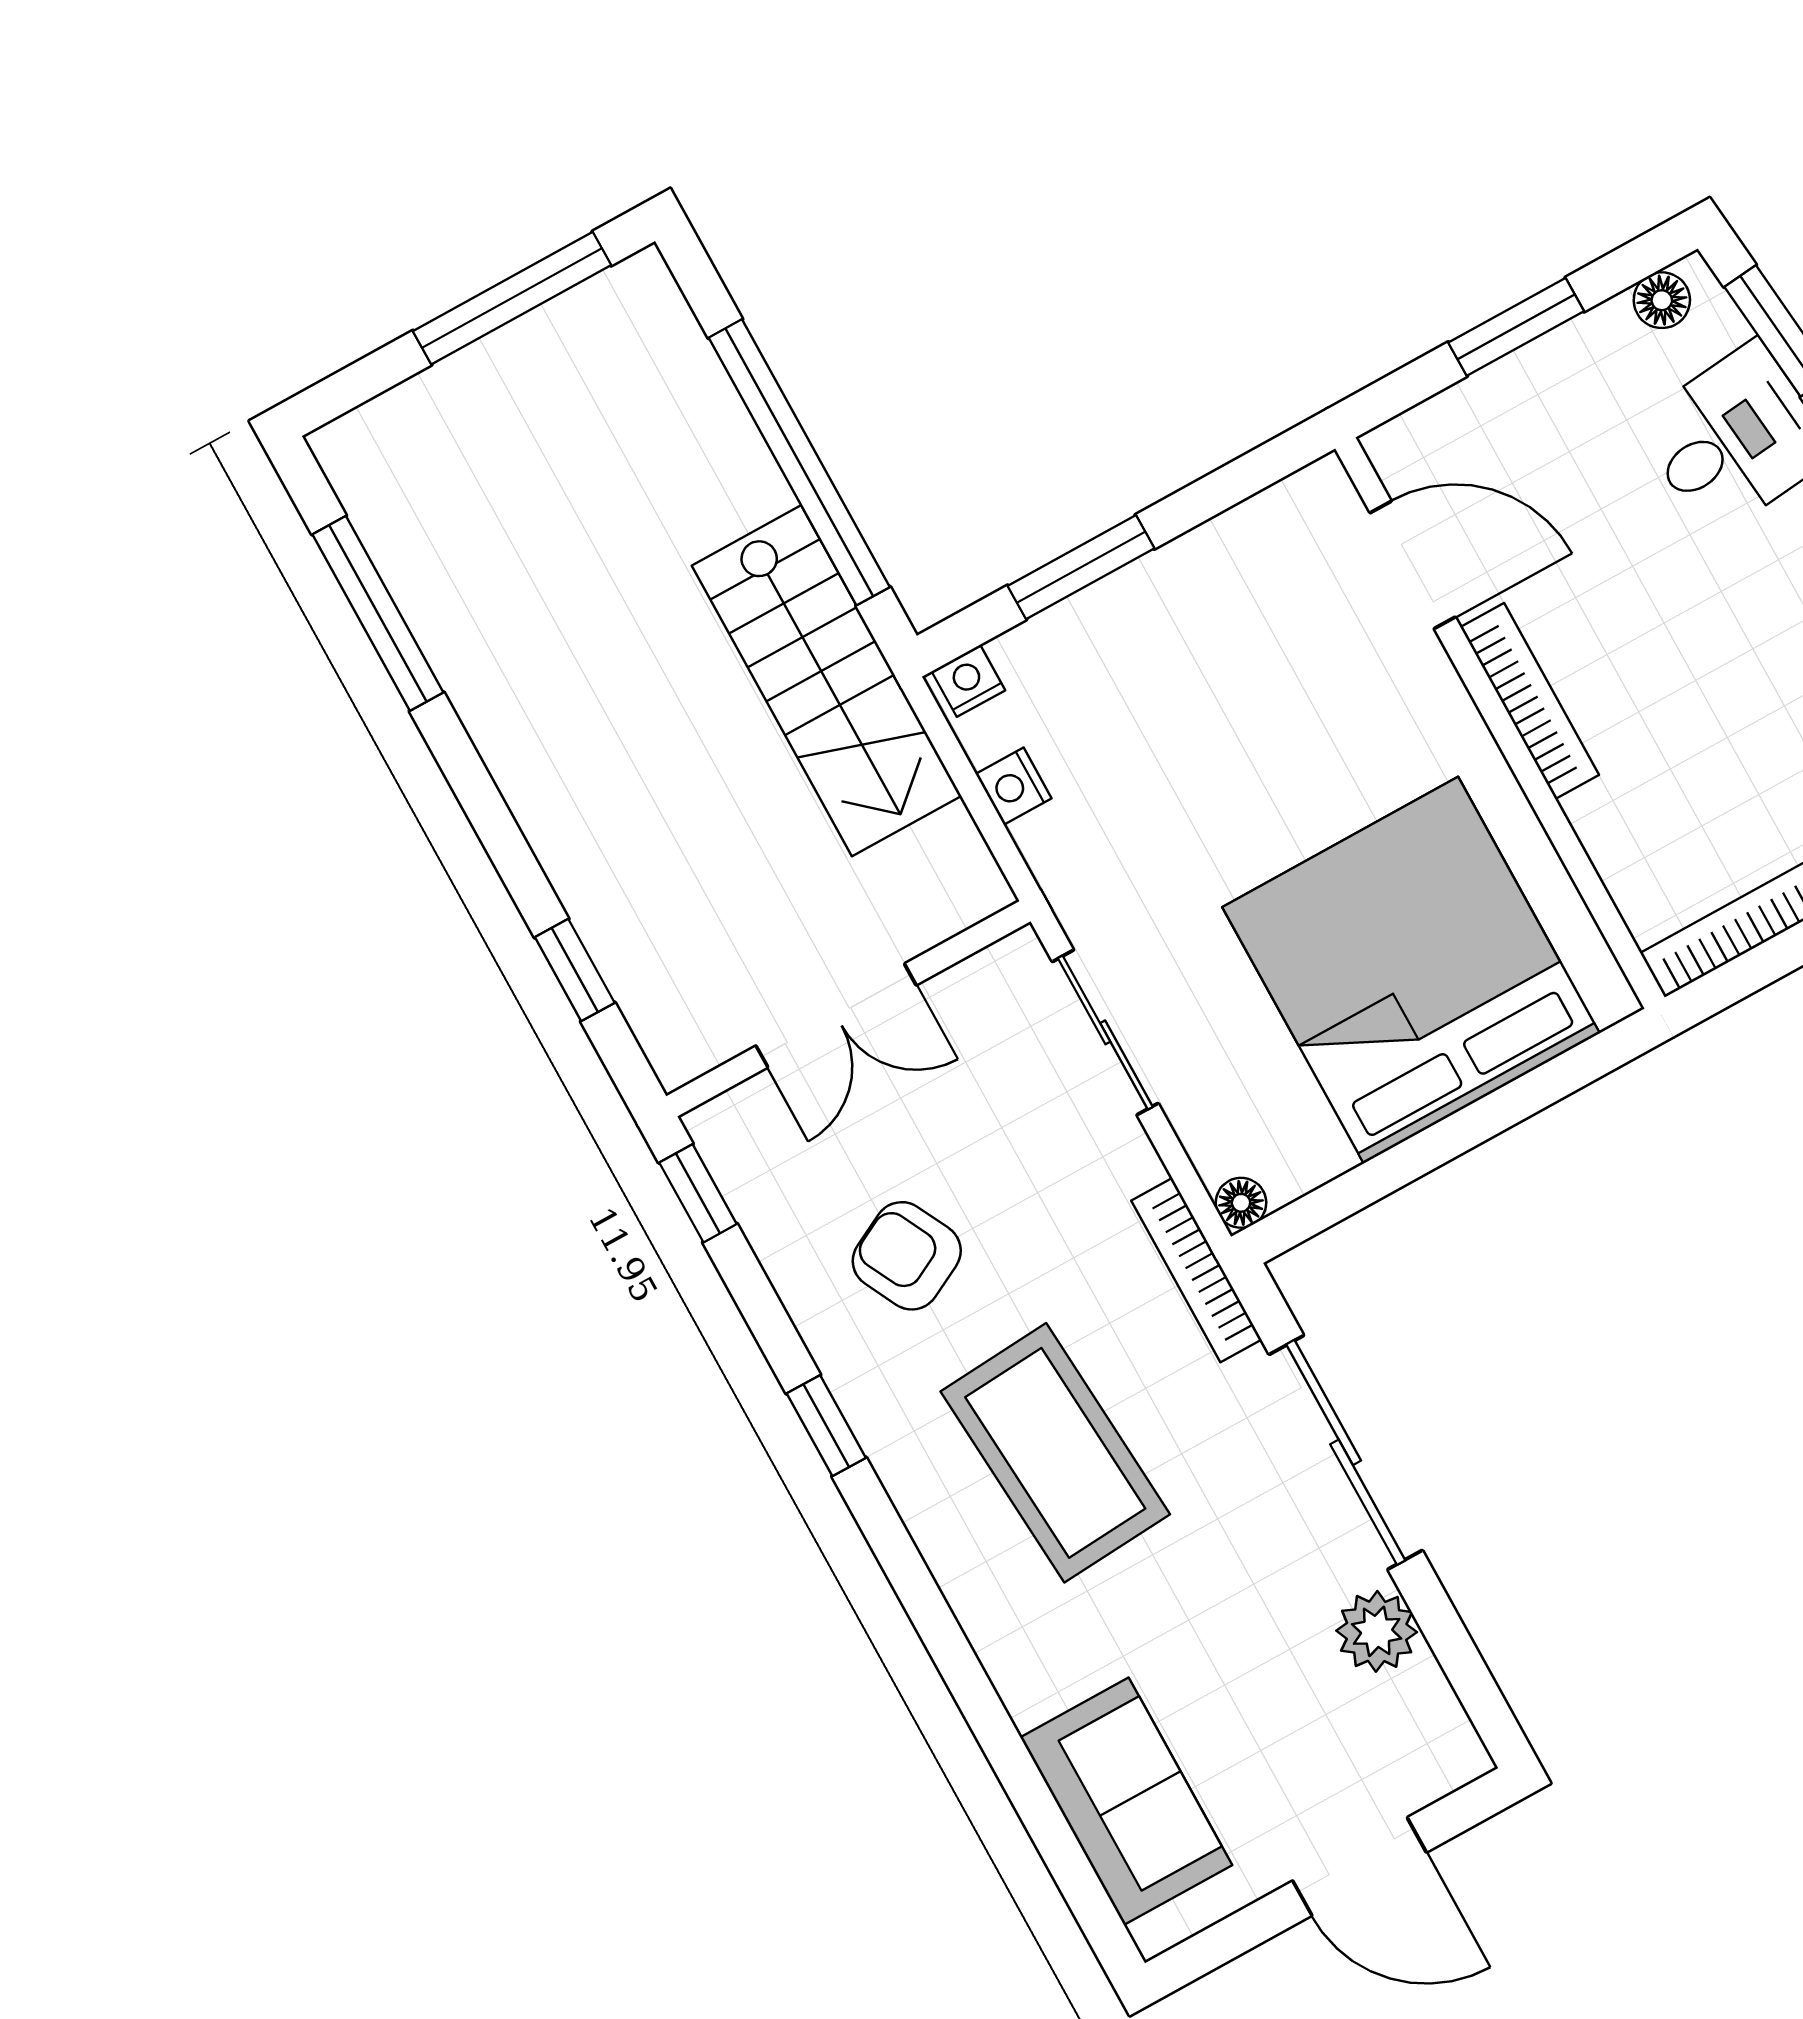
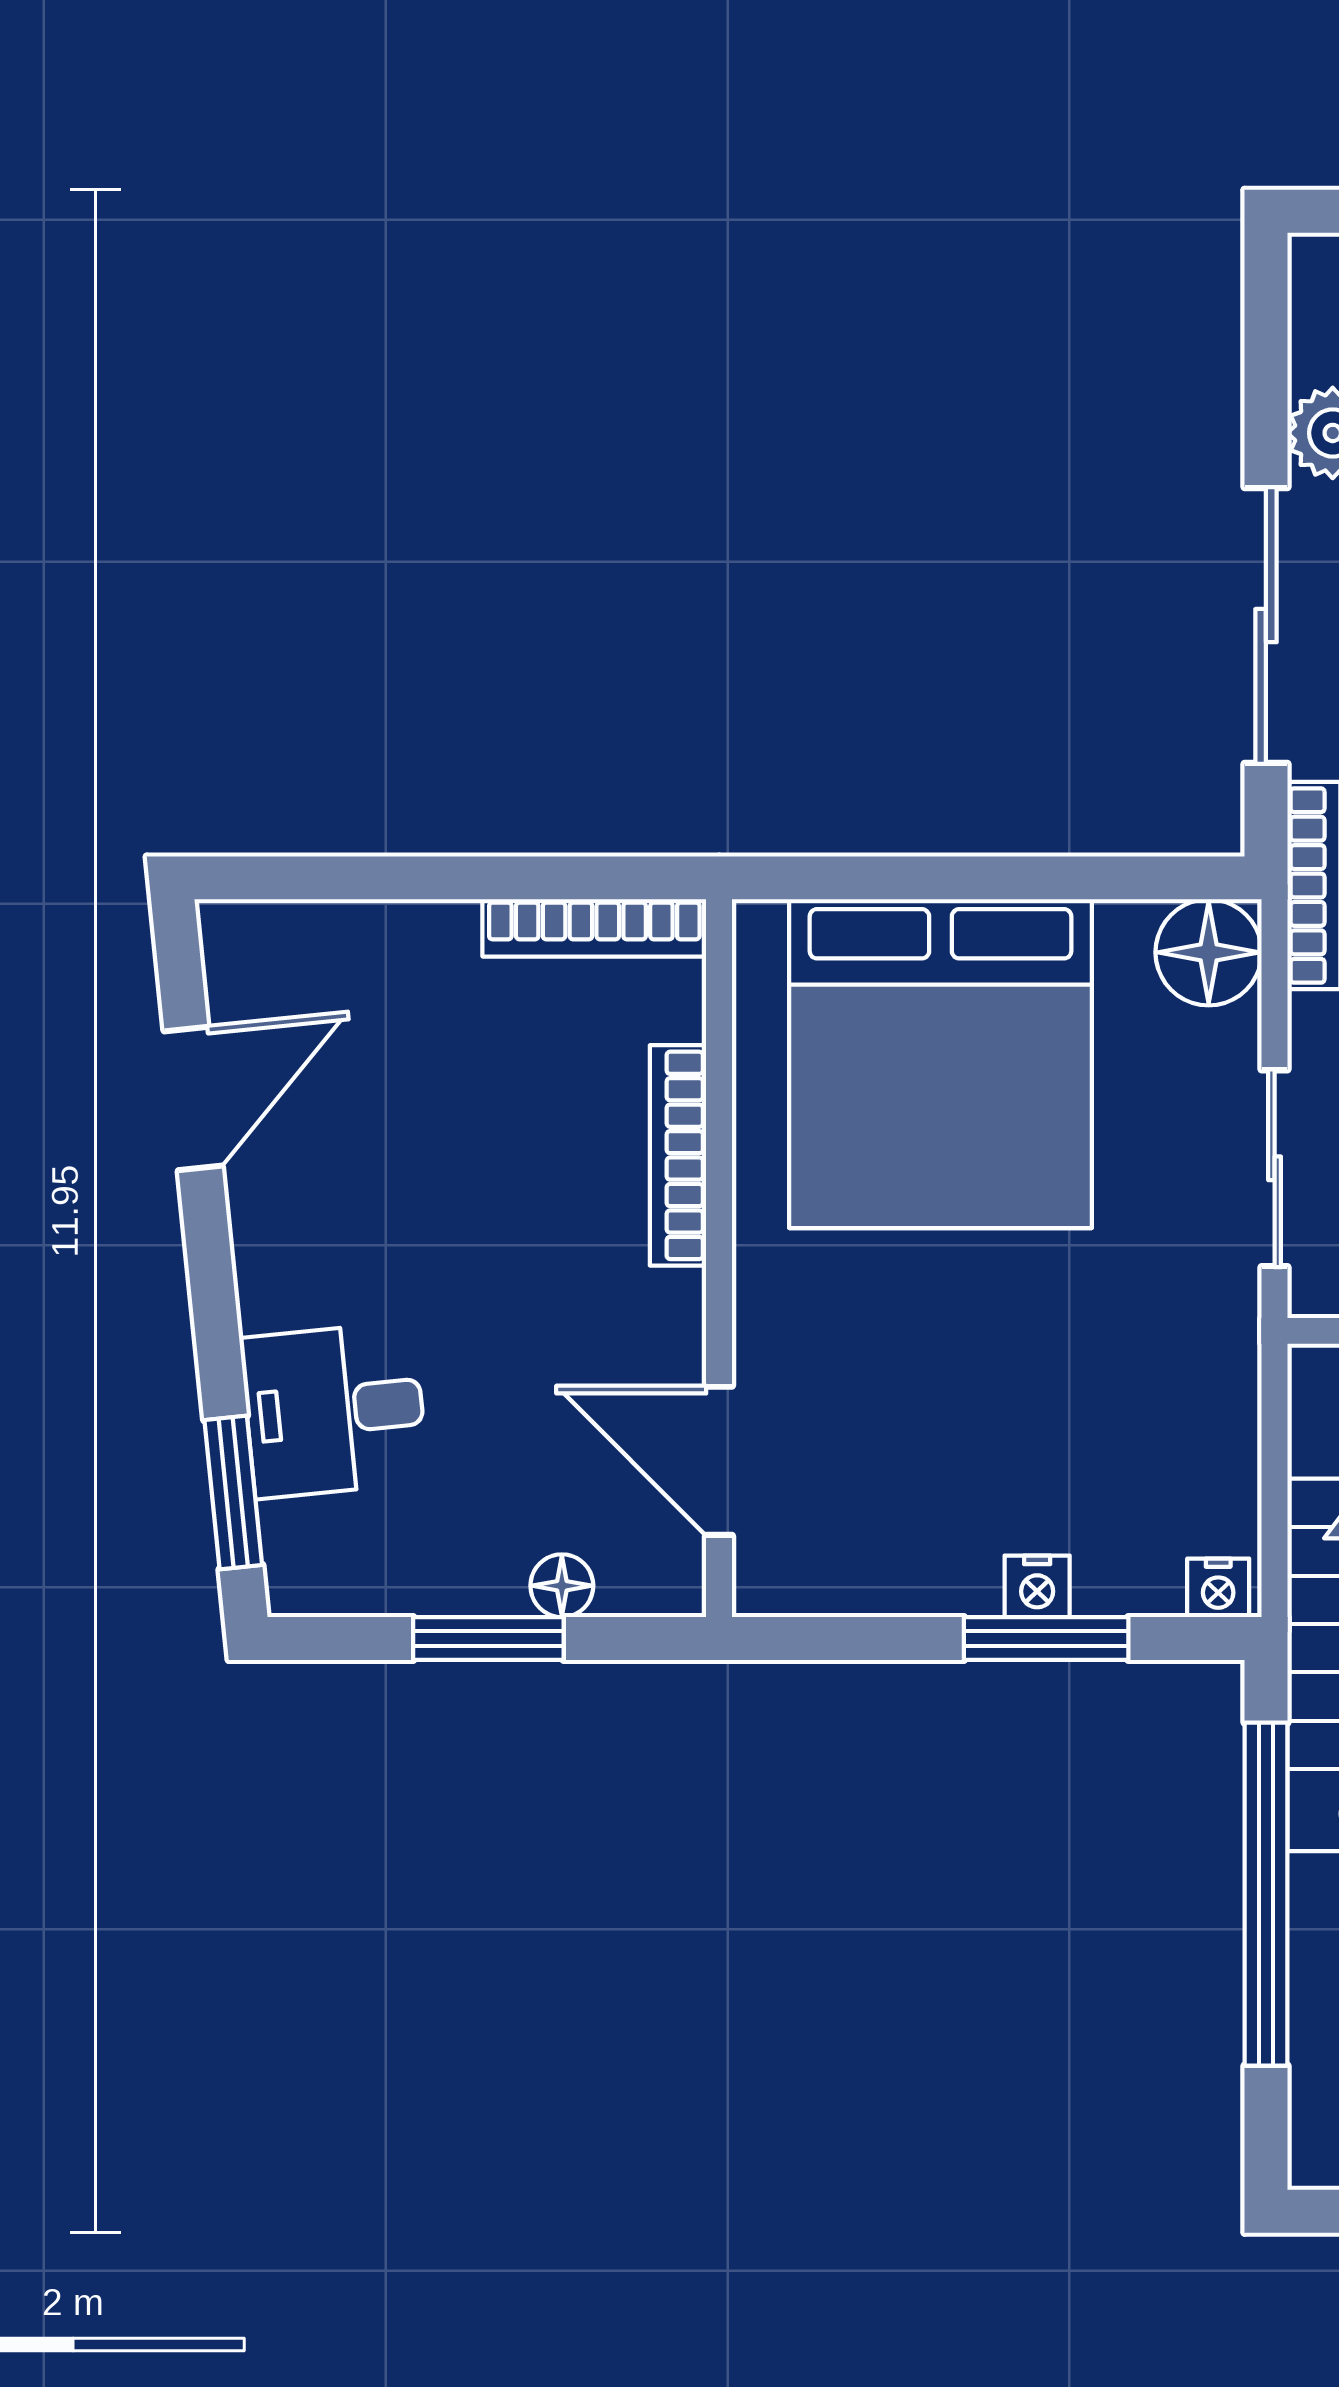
floor lamp: (1662, 300) -> (562, 1586), moved
bookcase: (1530, 701) -> (678, 1155), moved
nightstand: (1014, 786) -> (1037, 1586), moved, turned 90
floor lamp: (1241, 1203) -> (1209, 952), width x1.89, depth x1.89

